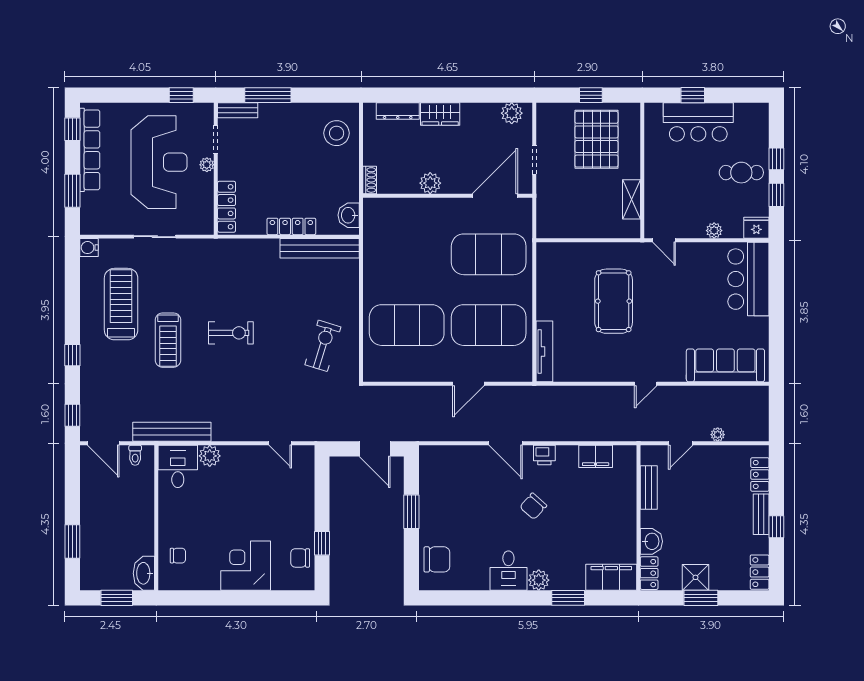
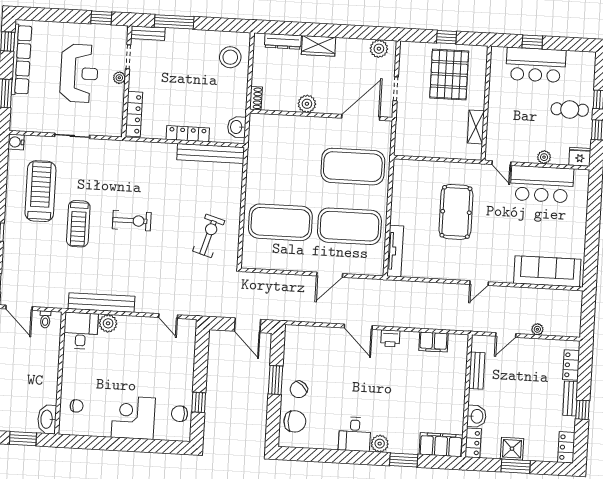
reception desk: (159, 162) -> (79, 73), width x0.74, depth x0.77
bar counter: (748, 279) -> (542, 184), moved, turned -90
bench: (172, 432) -> (101, 303), moved
chair: (533, 506) -> (299, 389), moved

